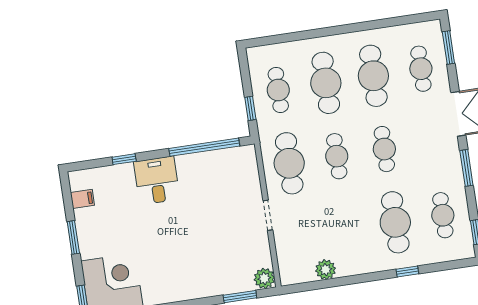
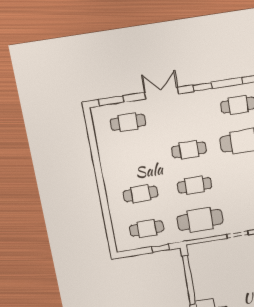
cafe table: (373, 76) -> (134, 158), removed
cafe table: (326, 83) -> (141, 194), width x0.73, depth x0.74
window: (466, 168) -> (203, 87), width x0.67

